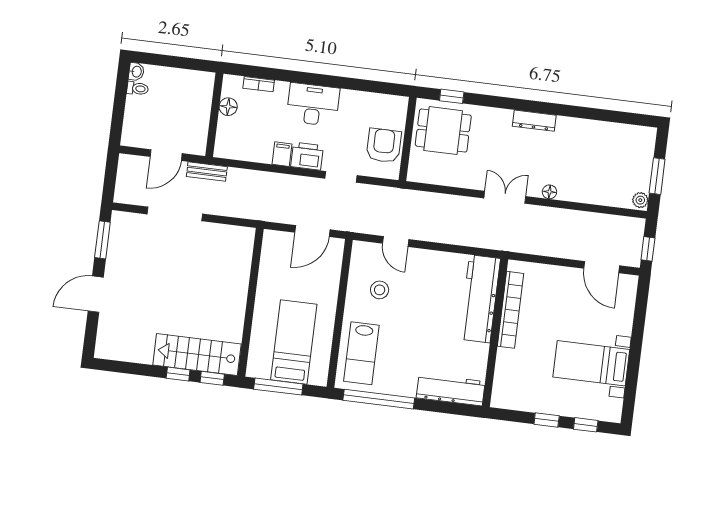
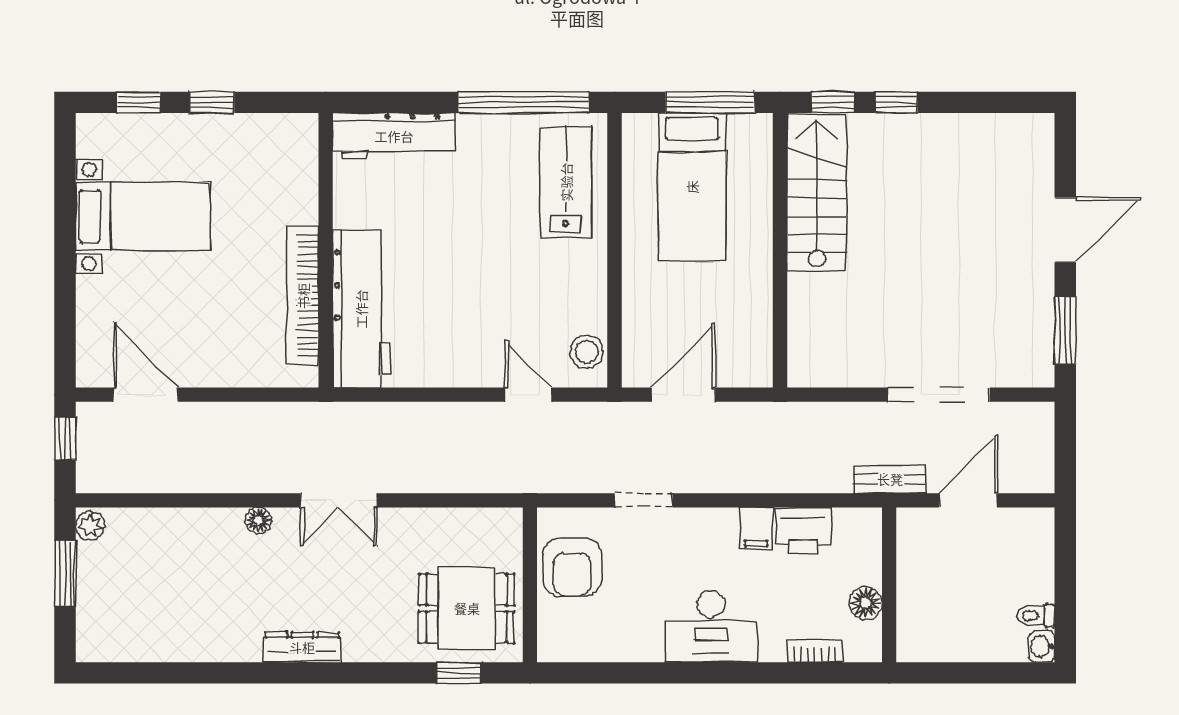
printer: (307, 156) -> (803, 530), moved
stool: (380, 290) -> (587, 352), moved
stairs: (197, 354) -> (817, 193), moved, turned -90

